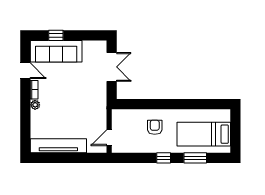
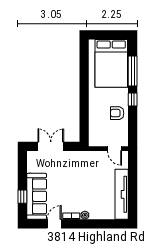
armchair: (155, 127) -> (117, 113), moved
bed: (204, 134) -> (111, 63), width x1.50
window: (195, 158) -> (133, 71), width x1.44

